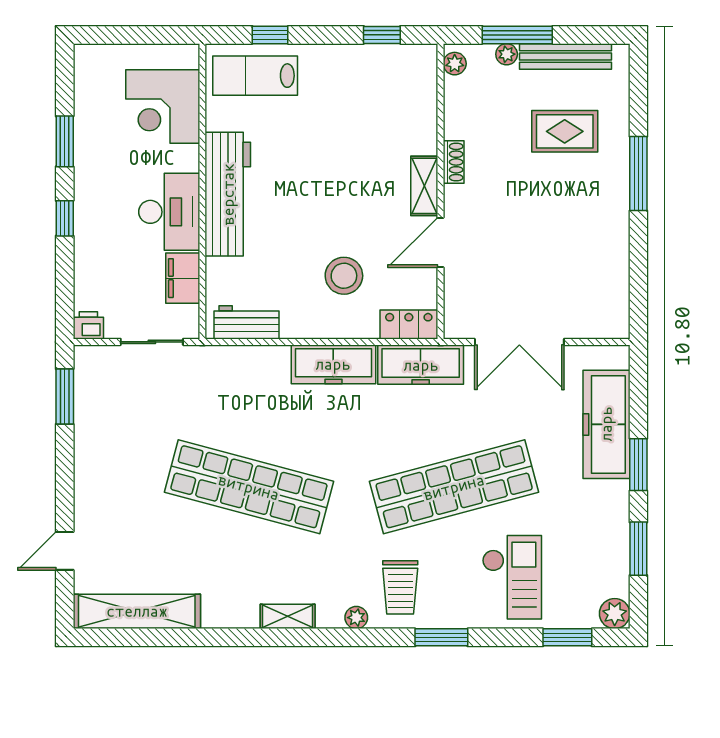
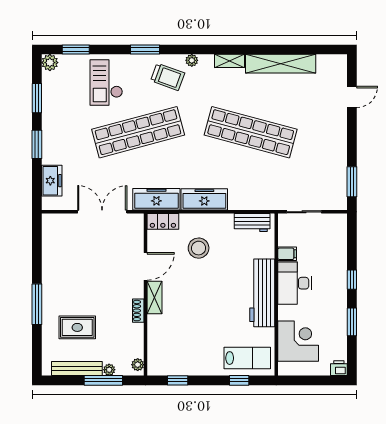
filing cabinet: (183, 278) -> (287, 254), width x0.50
printer: (88, 325) -> (339, 368), moved, turned 180
freezer: (606, 424) -> (52, 181), width x0.52, depth x0.79
trolley: (400, 587) -> (168, 77), turned 110
shelving: (137, 611) -> (281, 64), moved

